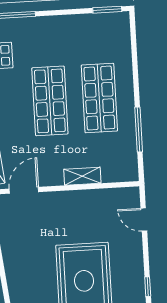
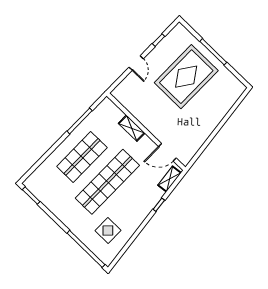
shop shelf: (50, 101) -> (107, 182), width x1.40
door: (144, 220) -> (136, 63), moved

